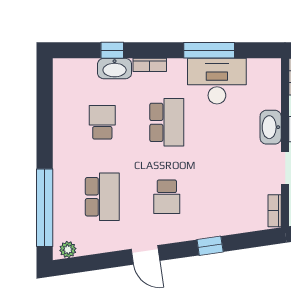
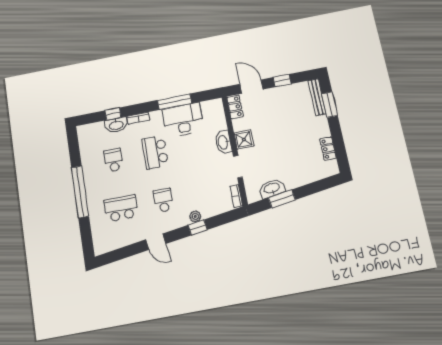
school desk: (167, 122) -> (155, 152), turned 180
school desk: (102, 197) -> (121, 208), turned -90
school desk: (167, 197) -> (163, 200), turned 180
window: (45, 208) -> (80, 192), moved
plant: (68, 250) -> (195, 216), moved

